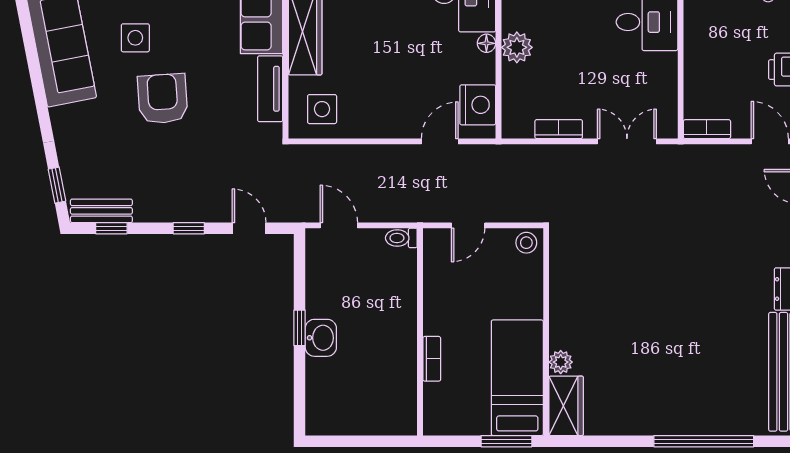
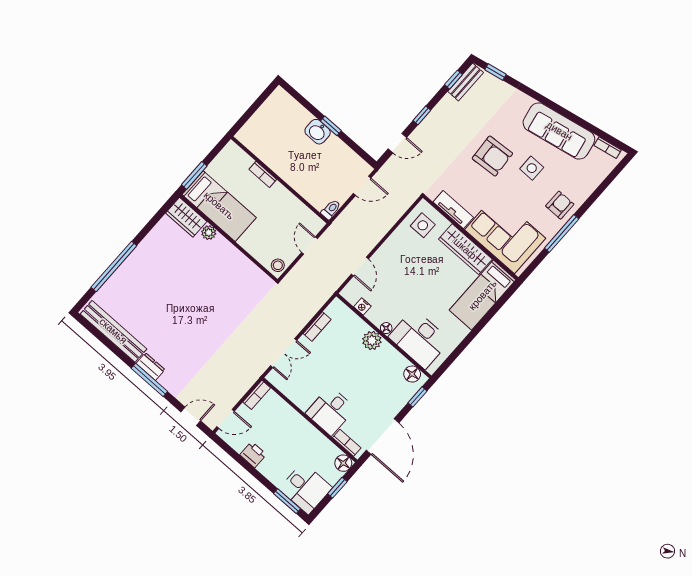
nightstand: (478, 105) -> (362, 306), width x0.53, depth x0.56

